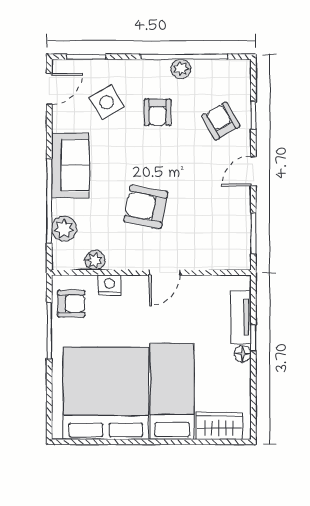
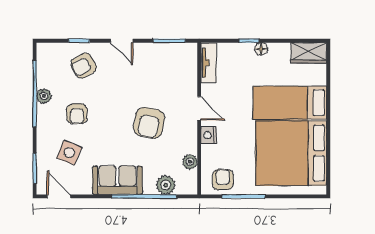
side table: (107, 102) -> (69, 153), turned -37
armchair: (158, 112) -> (77, 114), turned 90
nightstand: (109, 285) -> (209, 135), moved
tv unit: (241, 317) -> (209, 63), moved, turned -90
wardrobe: (219, 426) -> (309, 53), moved, turned -90

